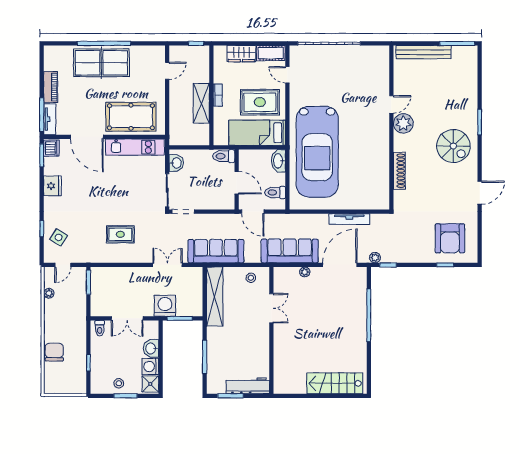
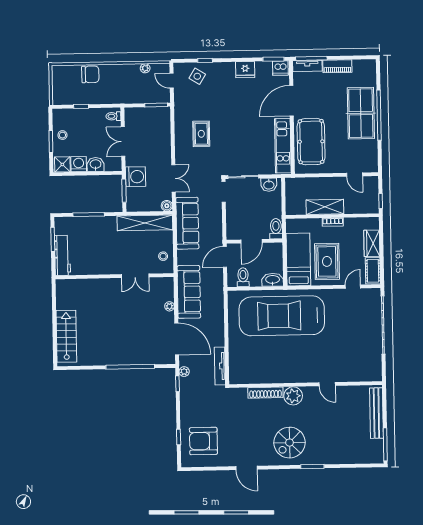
plant: (403, 123) -> (293, 396), moved
tv unit: (349, 219) -> (220, 366), moved
boiler: (197, 273) -> (167, 206), added

